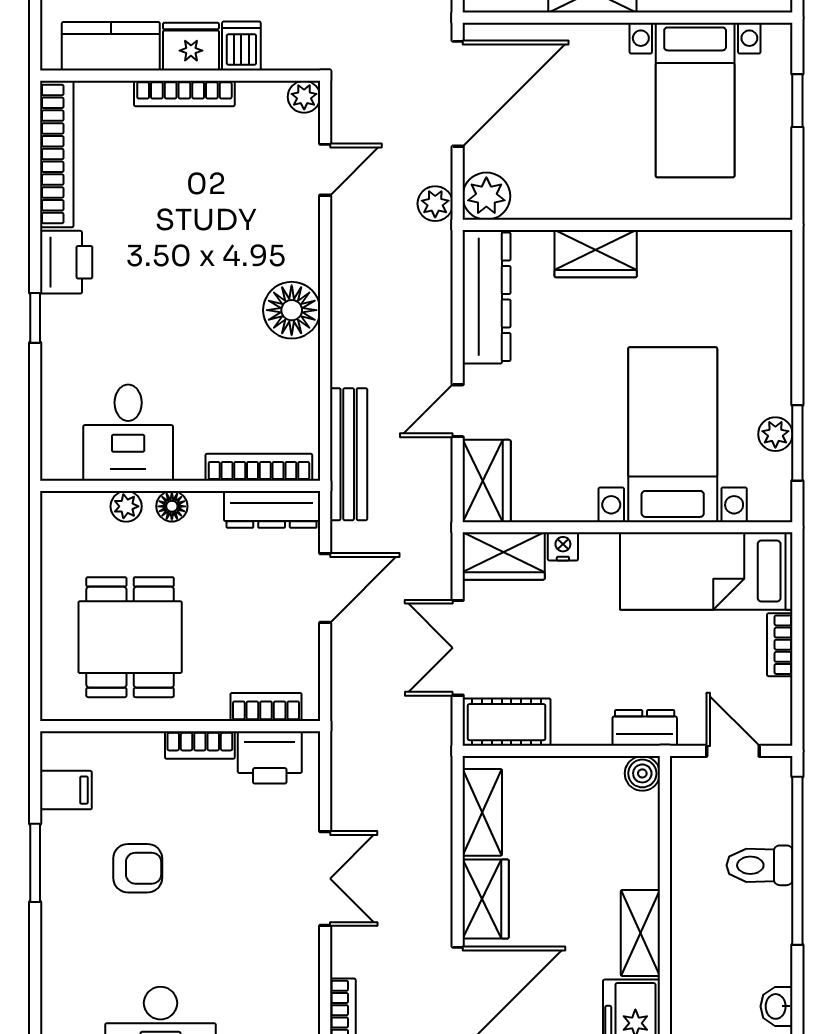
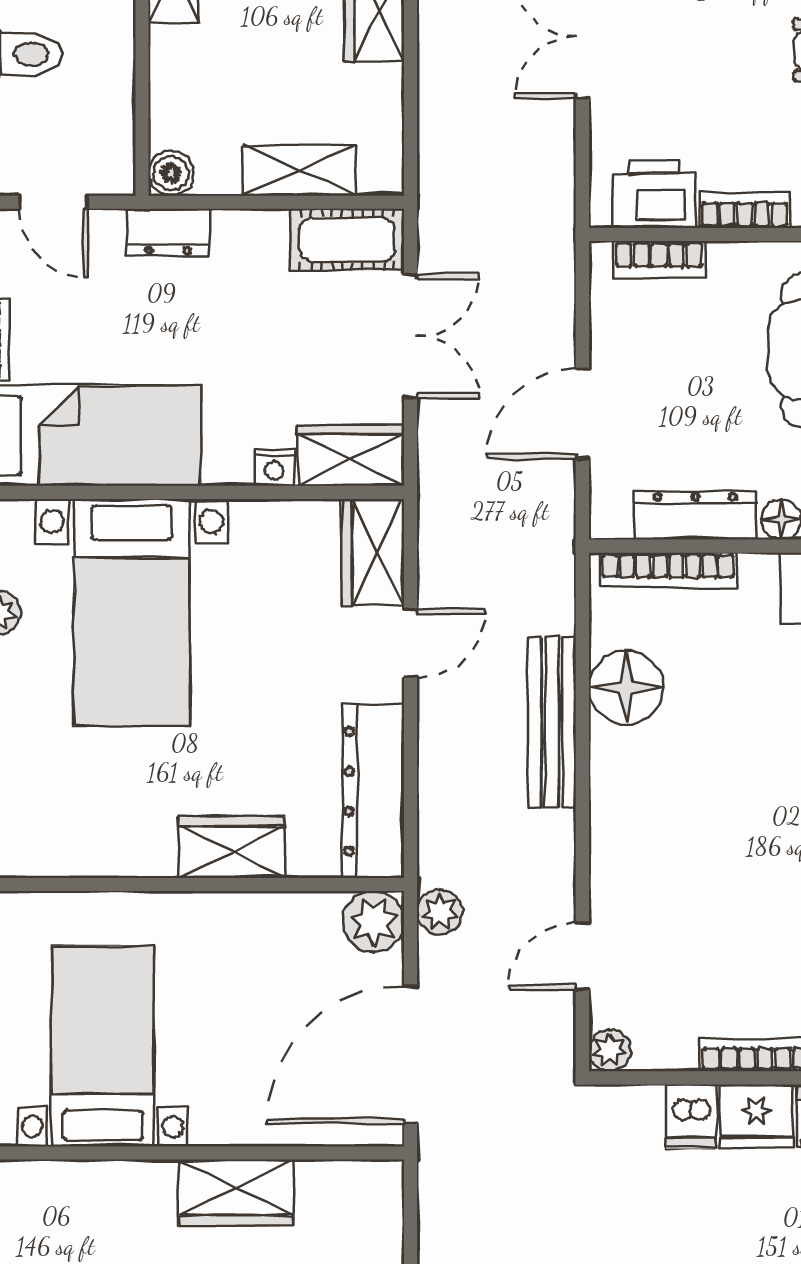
floor lamp: (292, 310) -> (626, 687), moved
bench: (349, 454) -> (552, 722), moved
dresser: (272, 509) -> (695, 516), moved
shelving: (482, 812) -> (299, 170), moved, turned 90

